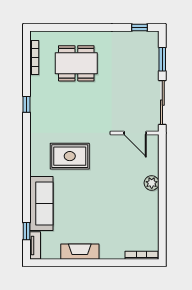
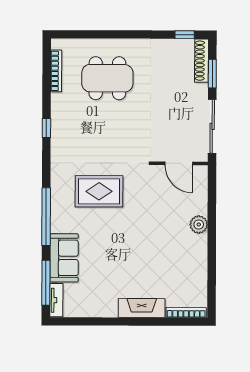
shoe rack: (153, 49) -> (202, 61), added
window: (26, 177) -> (46, 217), added
sofa: (41, 204) -> (64, 258), width x0.73
window: (26, 231) -> (46, 283), width x2.17
fireplace: (80, 252) -> (142, 308), moved

